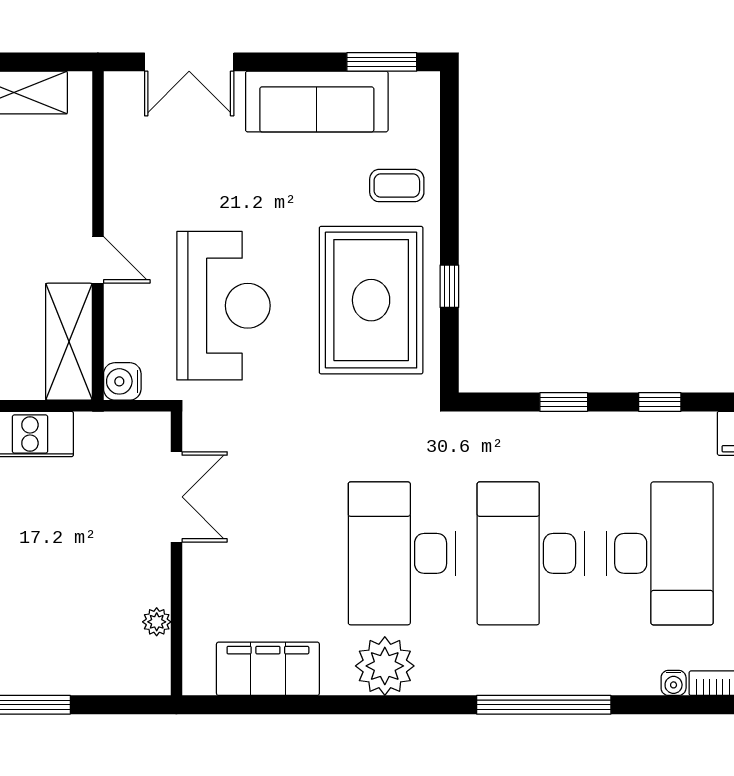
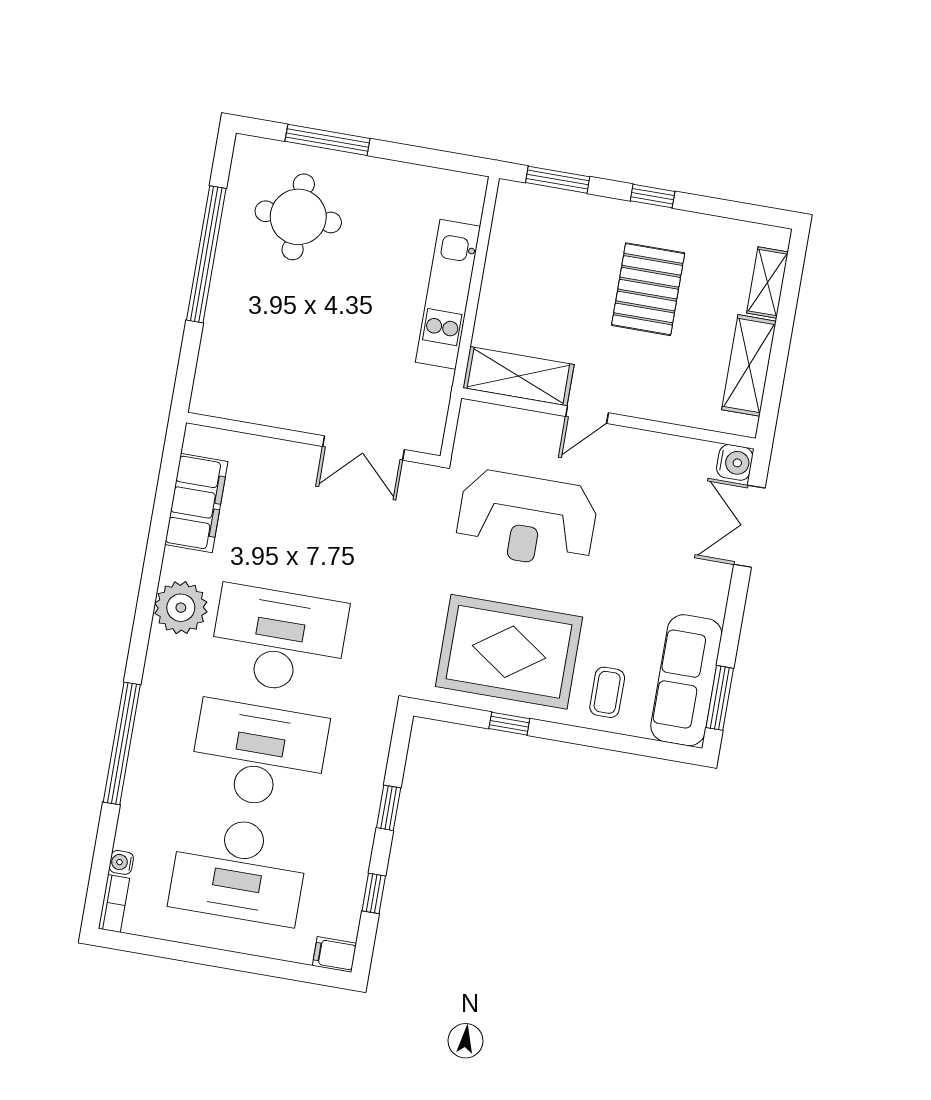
sofa: (317, 101) -> (686, 680), moved
water cooler: (122, 381) -> (735, 462), moved, turned 90
plant: (157, 622) -> (255, 411), removed

